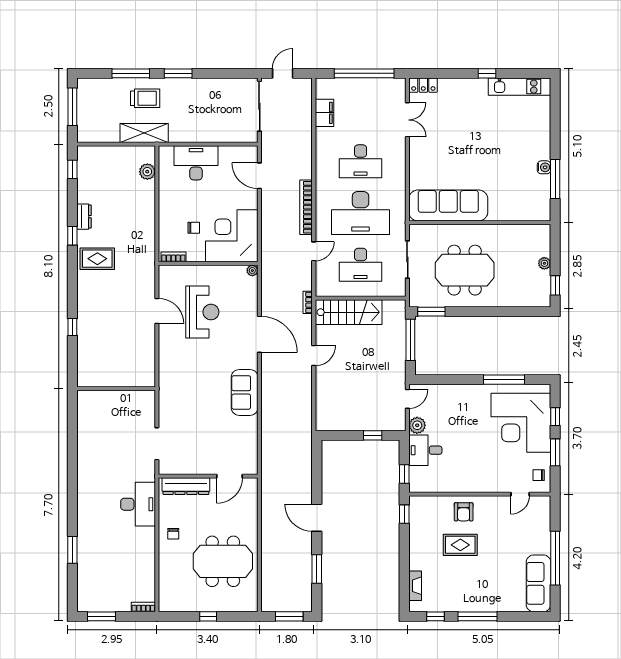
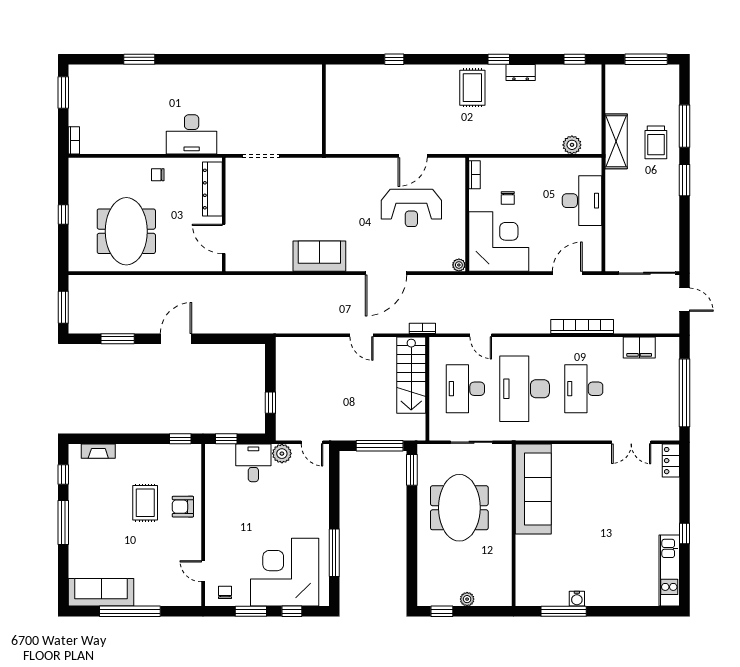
bookcase: (306, 207) -> (582, 326), moved

